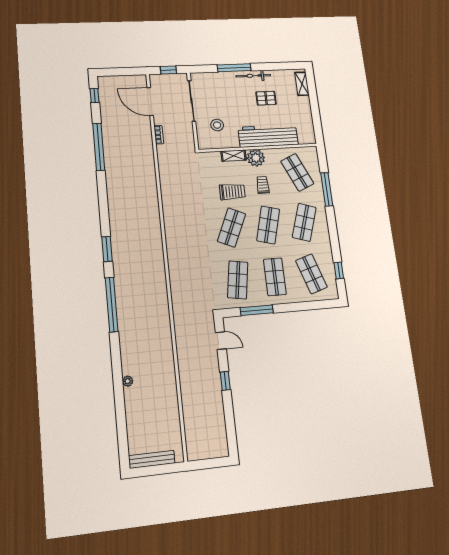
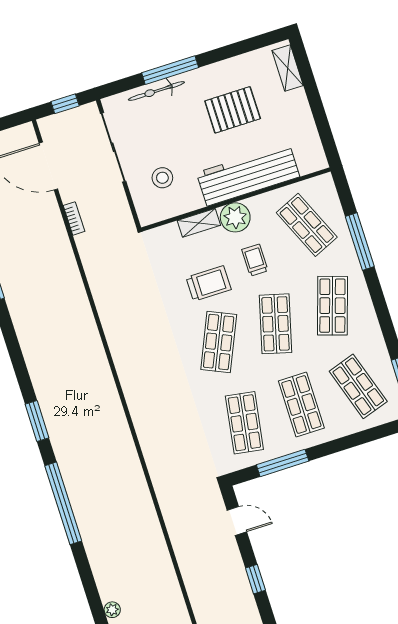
bicycle: (253, 76) -> (156, 91), moved
pallet: (266, 98) -> (233, 110), width x1.50, depth x1.42

